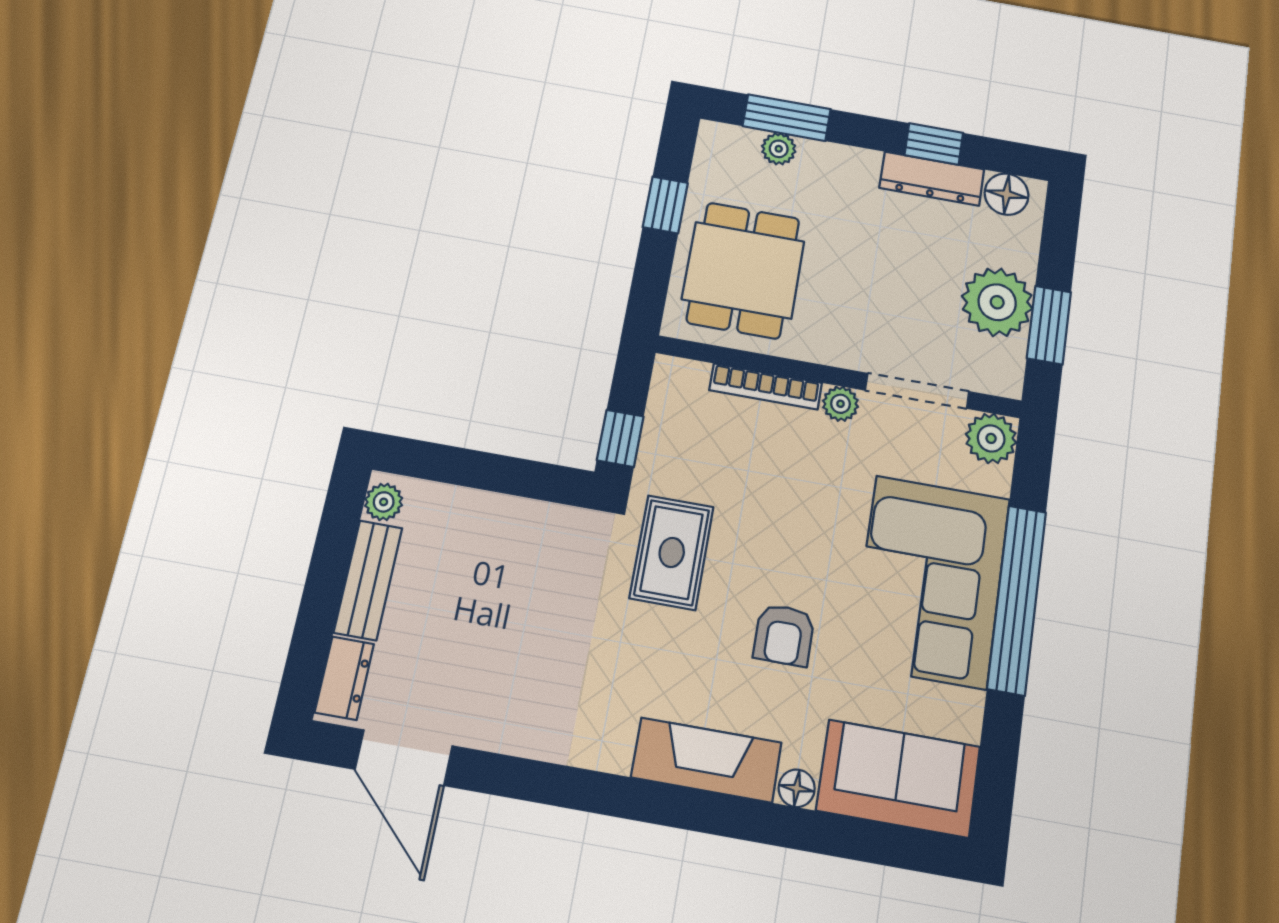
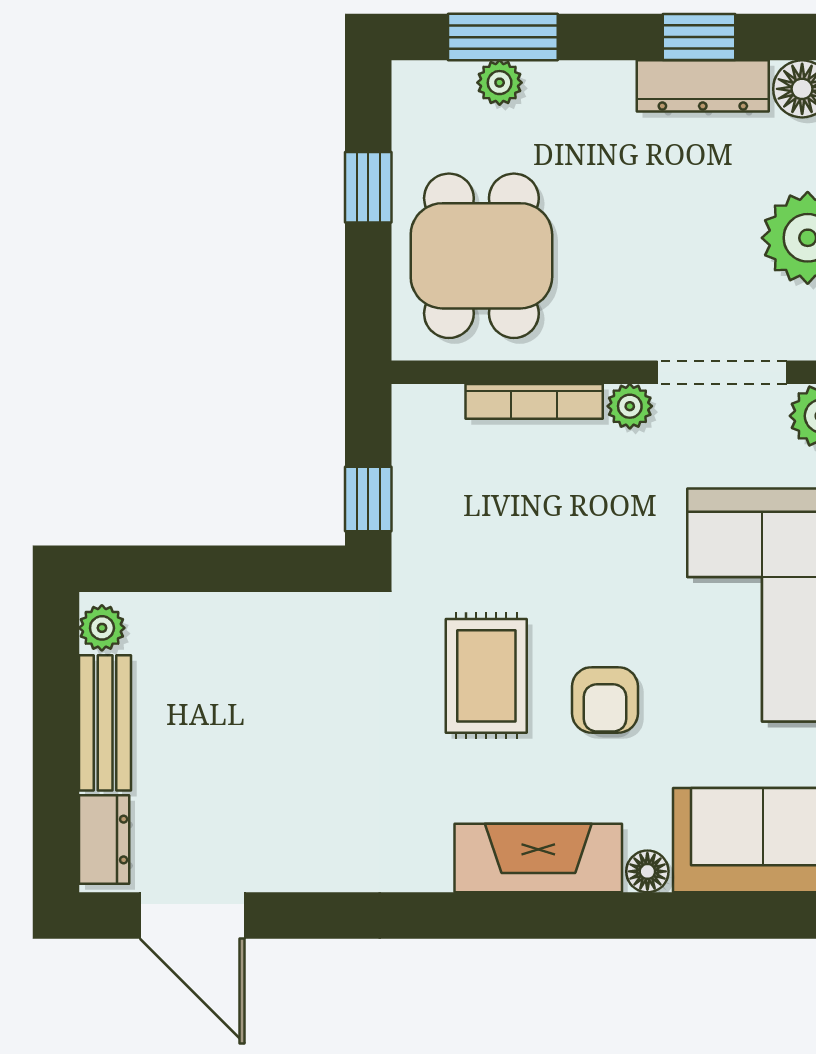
rug: (672, 552) -> (486, 676), moved

